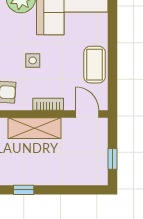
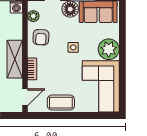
side table: (33, 60) -> (73, 47), moved

